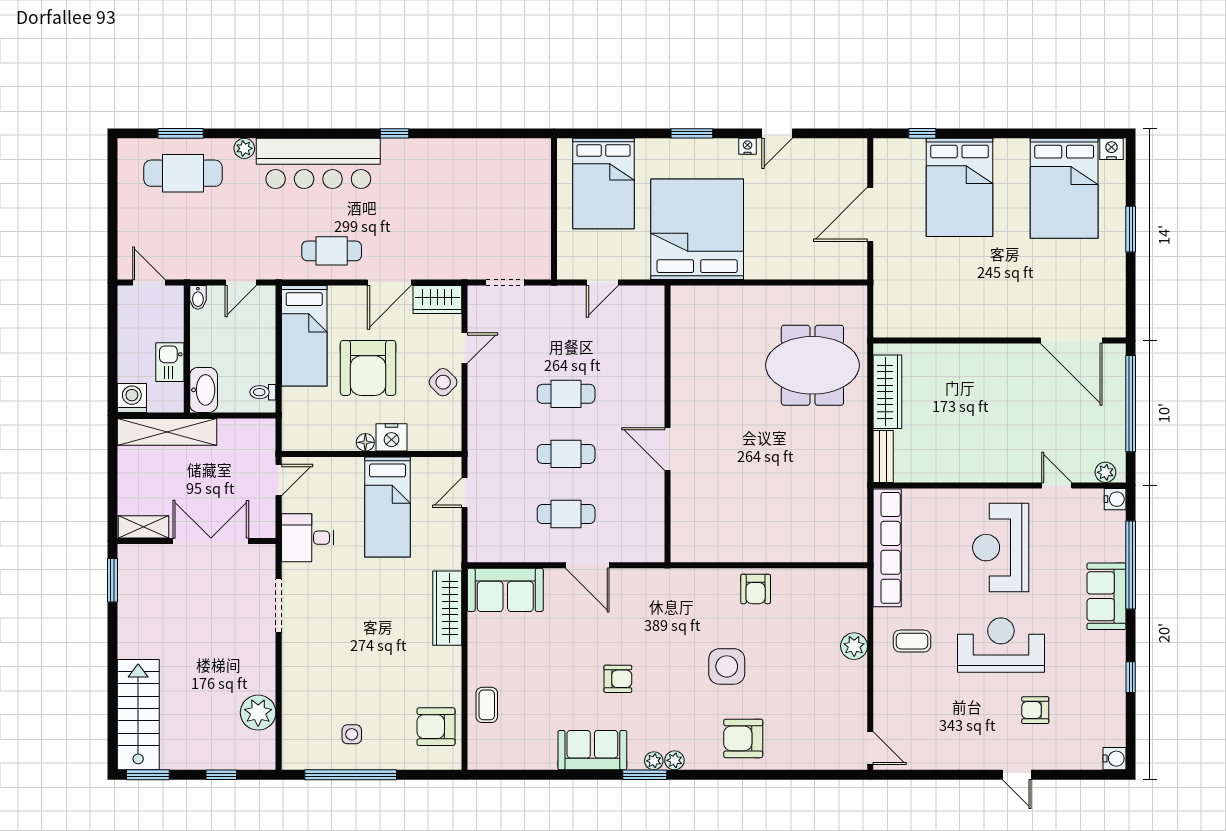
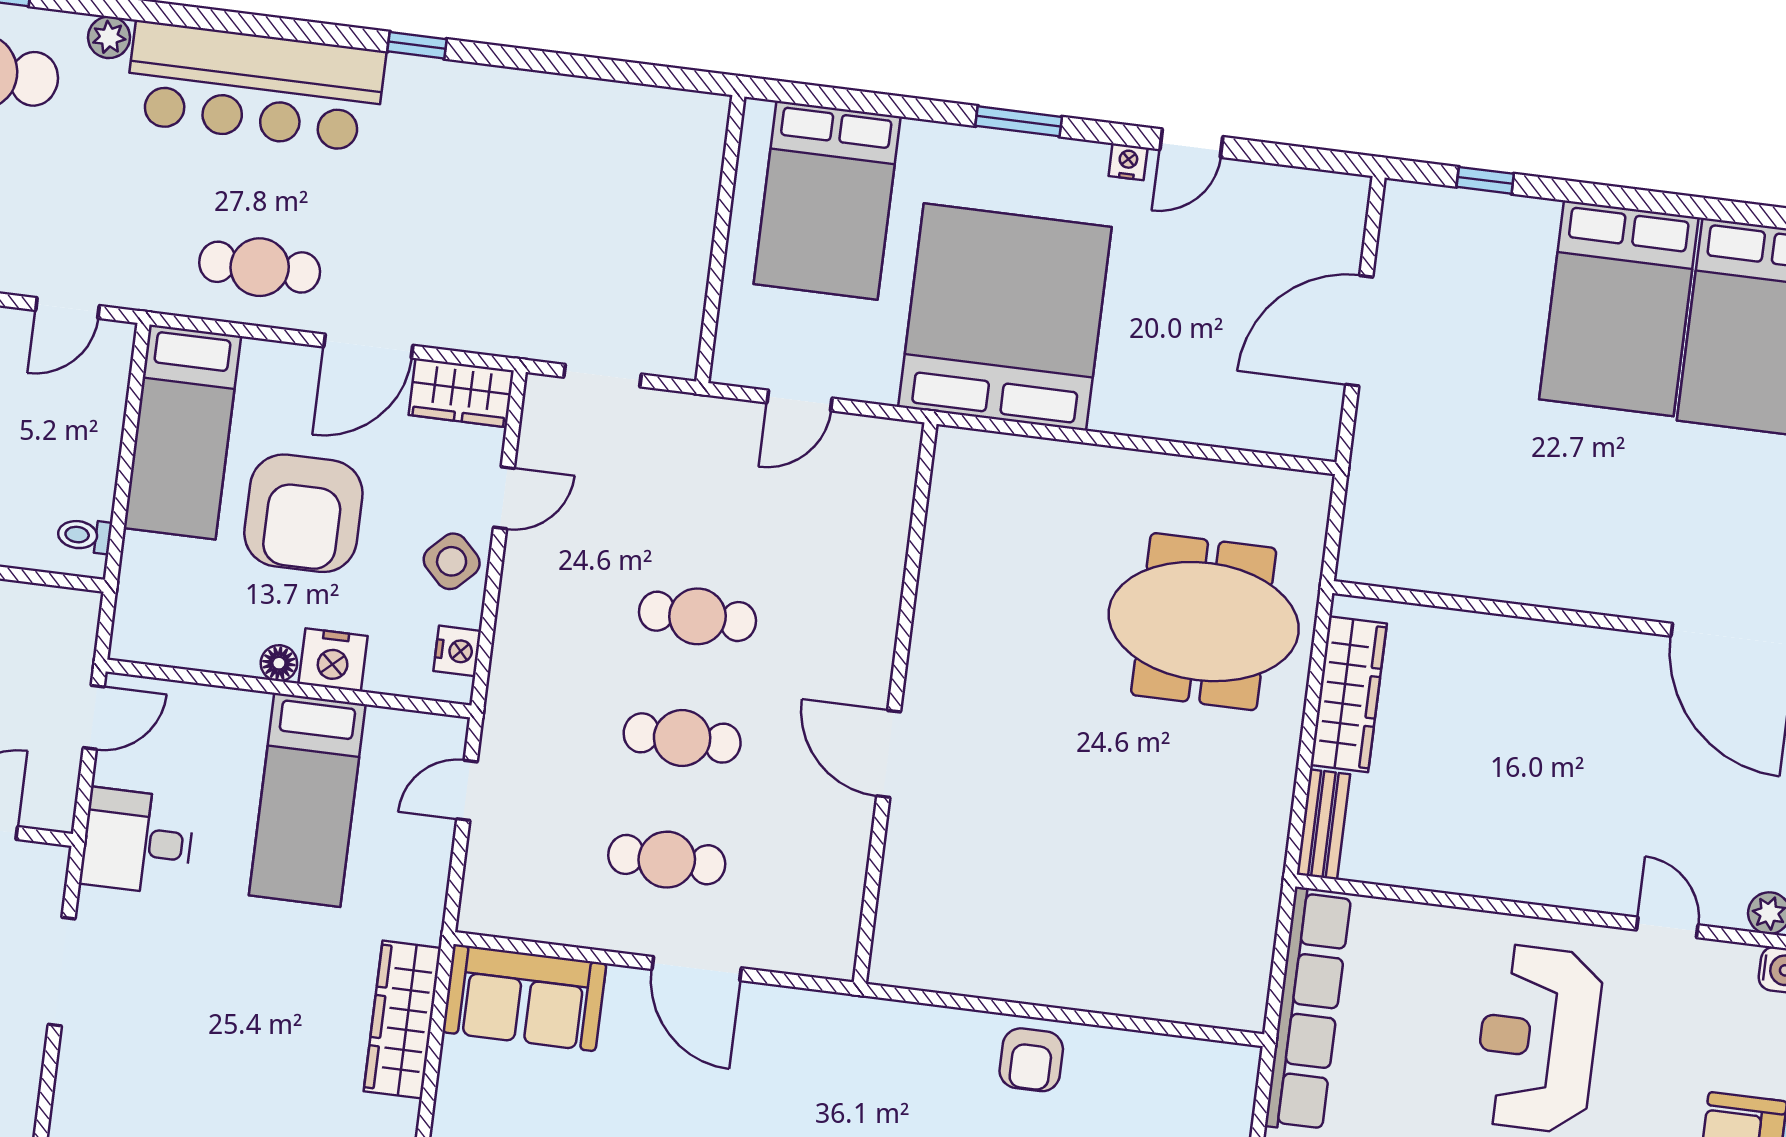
bed: (960, 187) -> (1619, 308), moved
nightstand: (451, 425) -> (457, 651), added

